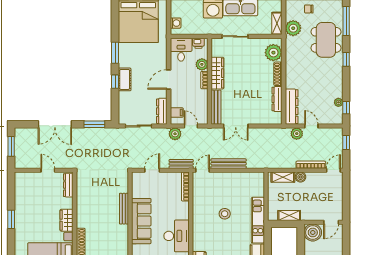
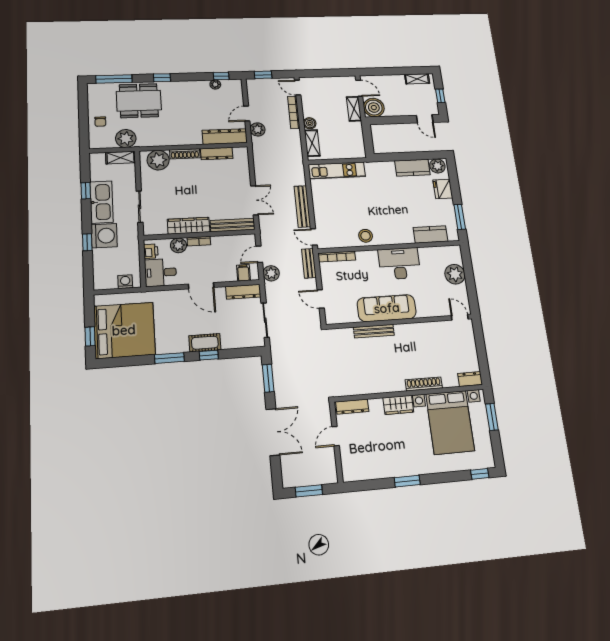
stool: (225, 214) -> (366, 236), moved
shelving: (289, 215) -> (354, 109), moved
kitchen unit: (258, 220) -> (337, 170), moved

